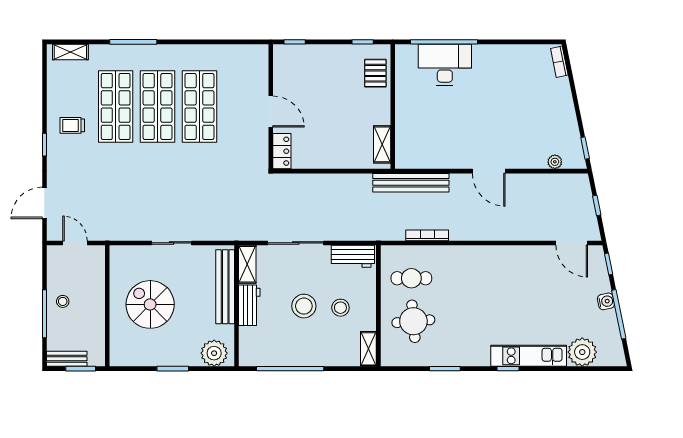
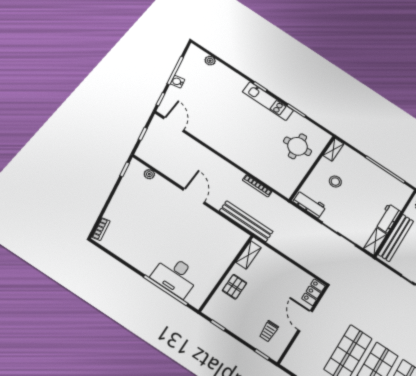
trolley: (304, 72) -> (269, 331), added
pallet: (375, 73) -> (235, 287), moved
cafe table: (411, 278) -> (283, 169), removed
stool: (304, 306) -> (356, 197), removed
plant: (582, 352) -> (210, 61), width x0.53, depth x0.53
kitchen unit: (529, 356) -> (268, 101), moved

